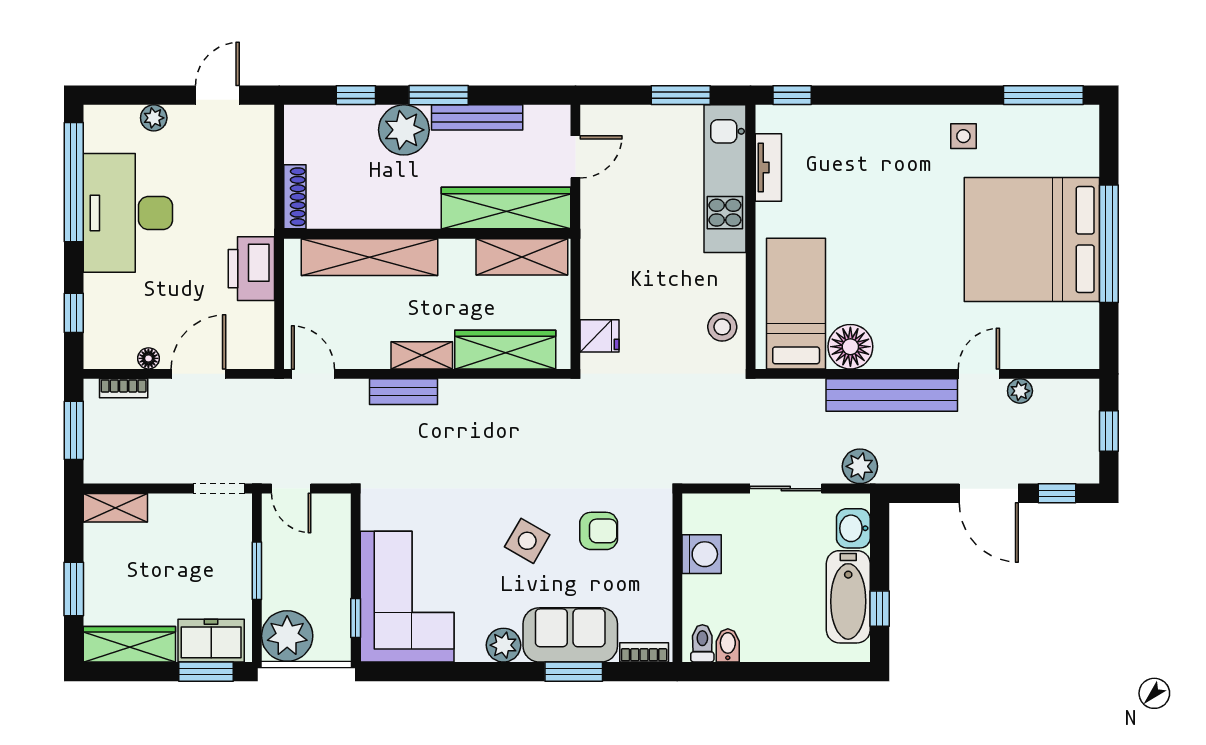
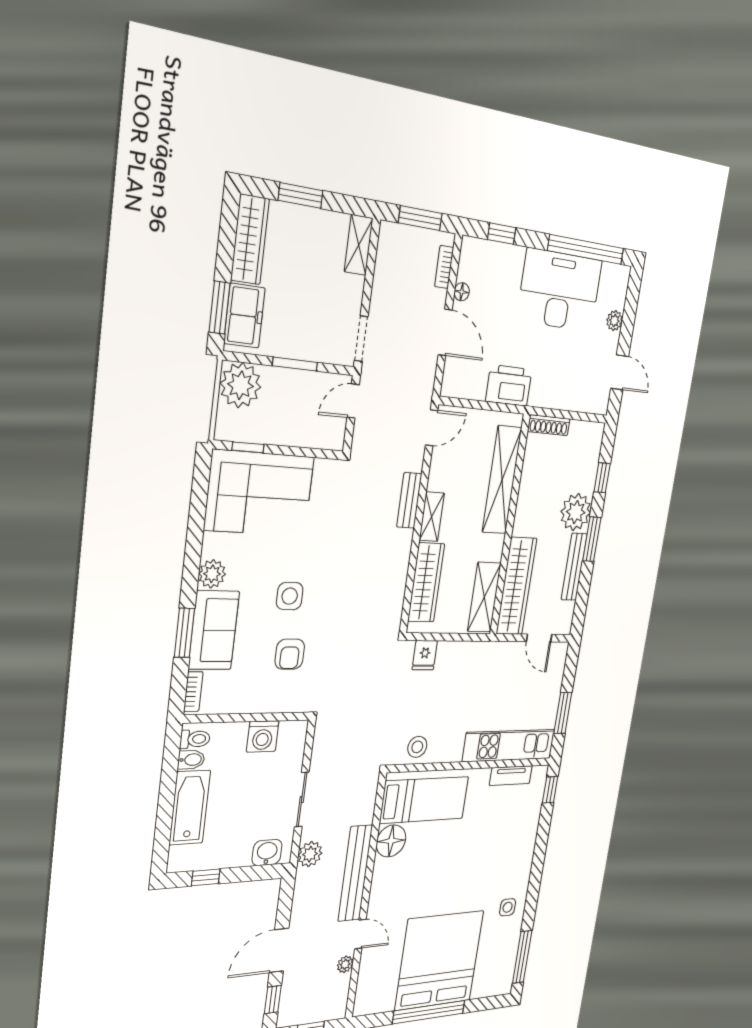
side table: (527, 541) -> (290, 596), turned -30
bathtub: (848, 597) -> (190, 808), moved, turned 90

